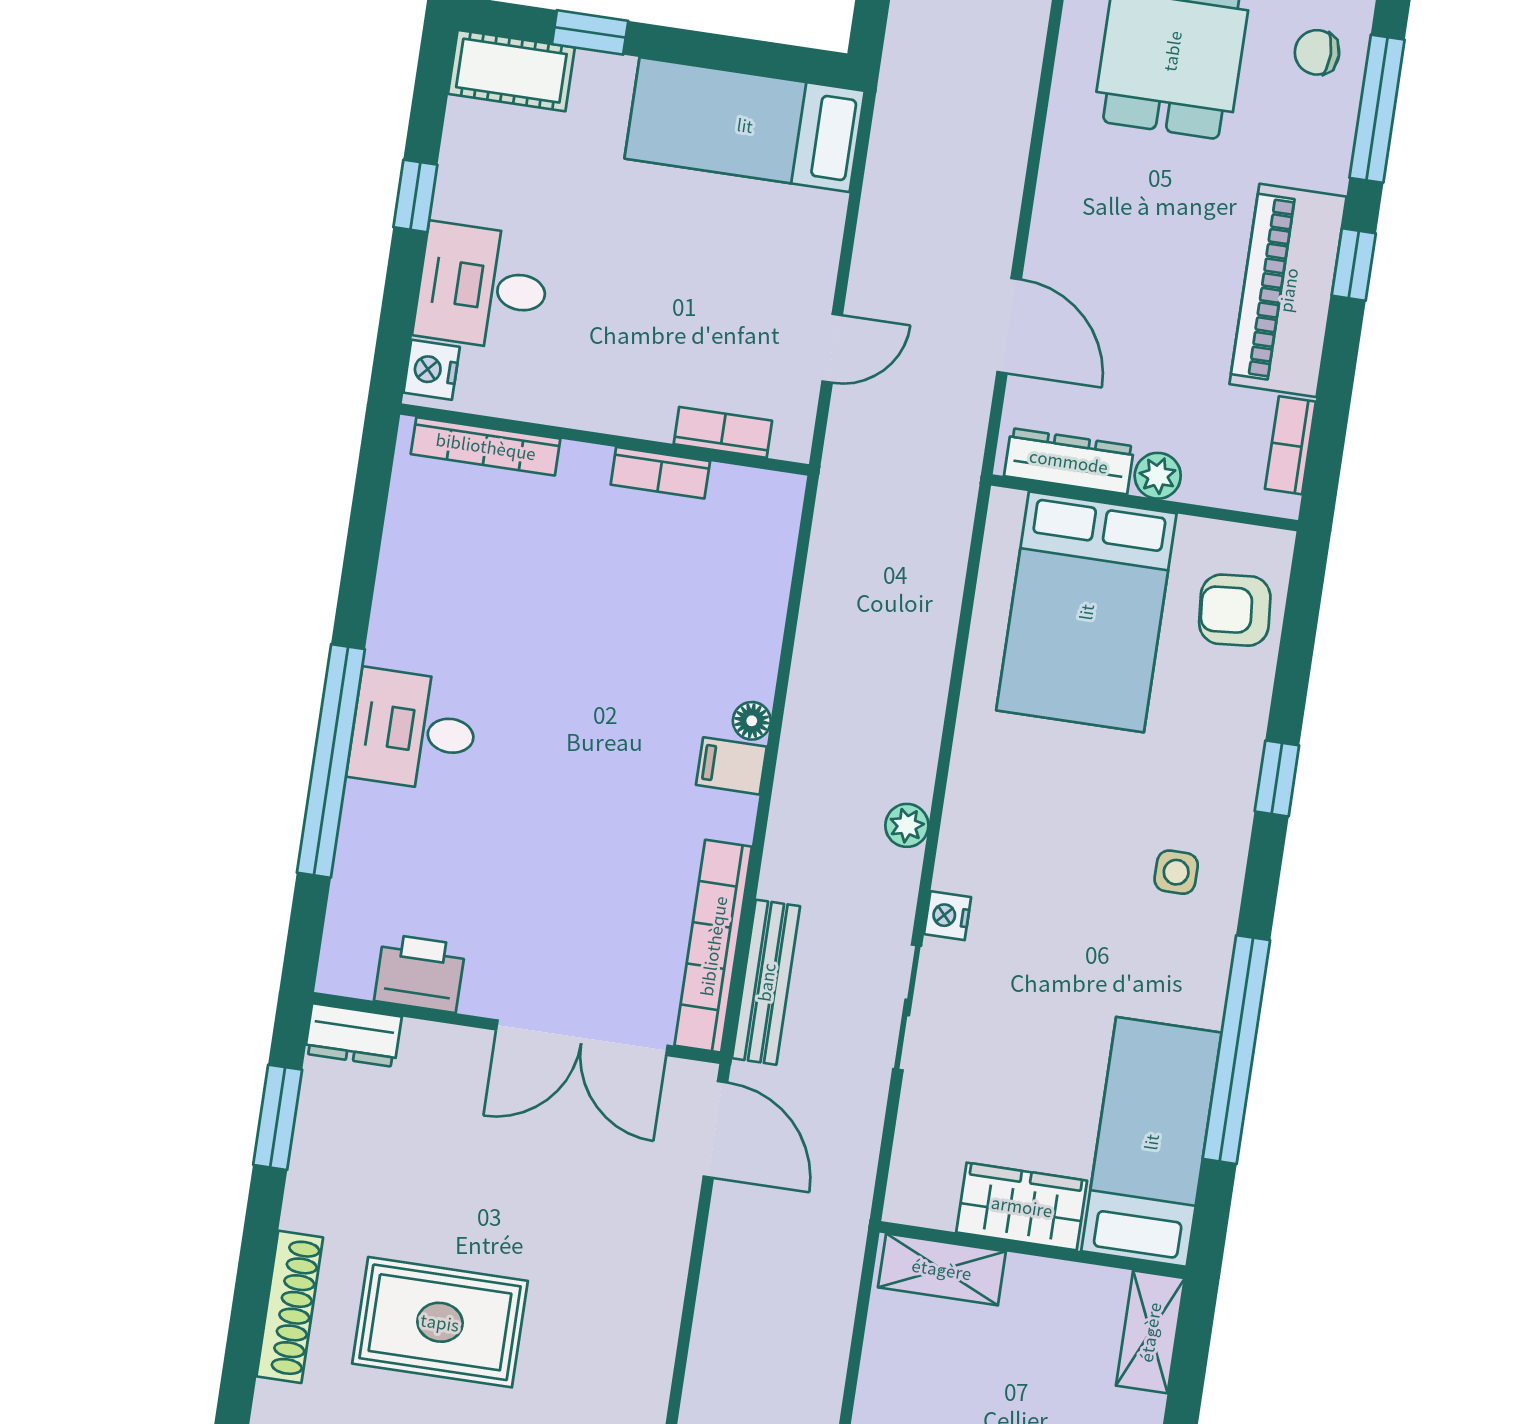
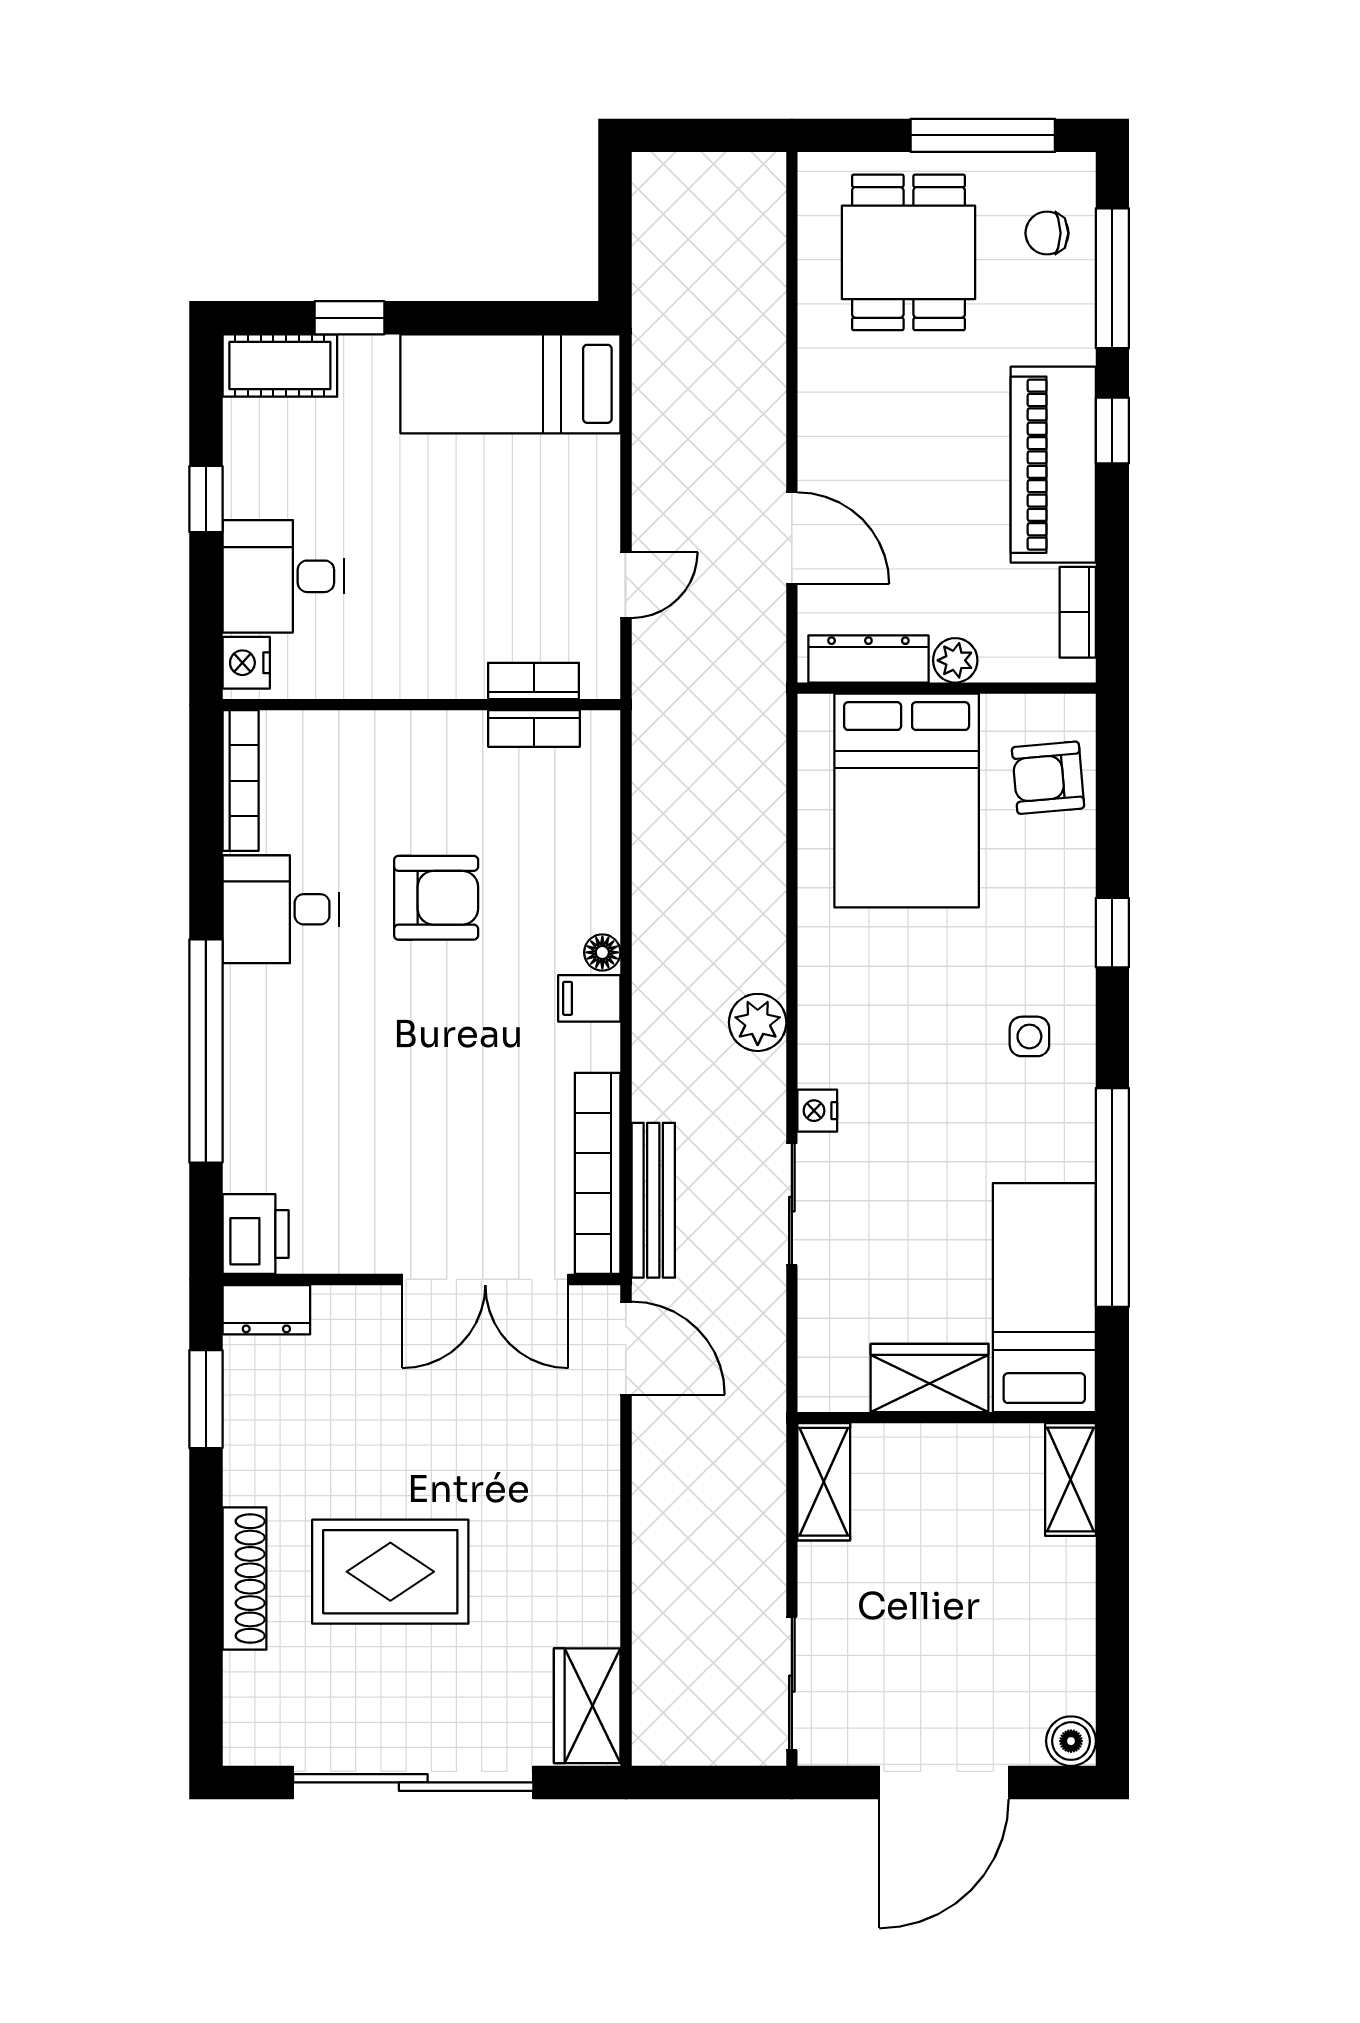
bookcase: (486, 446) -> (241, 781), moved, turned -90
bookcase: (660, 473) -> (534, 729), moved
armchair: (590, 639) -> (436, 898), added
desk: (414, 730) -> (281, 909), moved
plant: (907, 825) -> (758, 1022), width x1.38, depth x1.38
printer: (420, 973) -> (256, 1234), moved, turned 90
shelving: (942, 1269) -> (824, 1482), moved, turned 90

